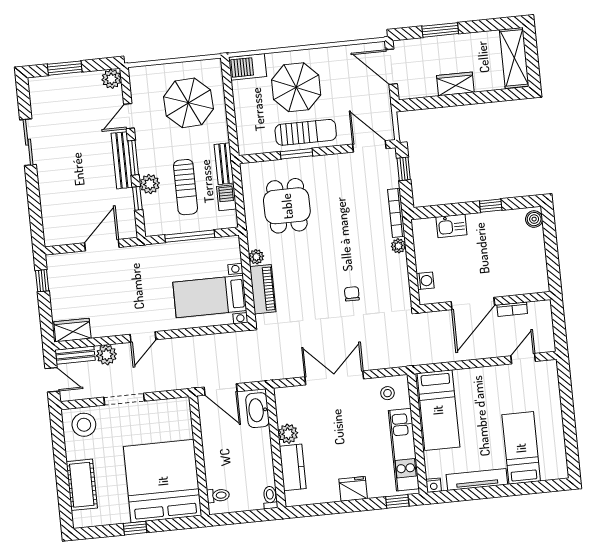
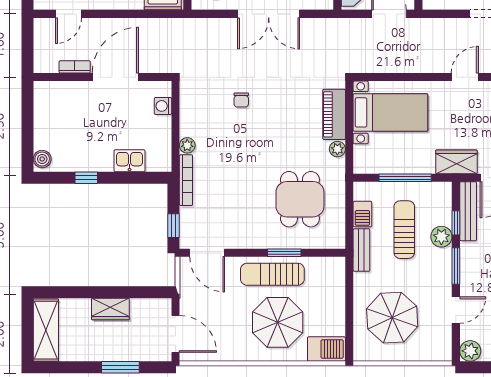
bench: (122, 160) -> (468, 211), moved
wardrobe: (143, 256) -> (456, 162), added

